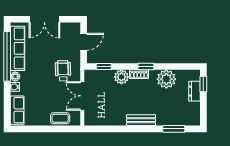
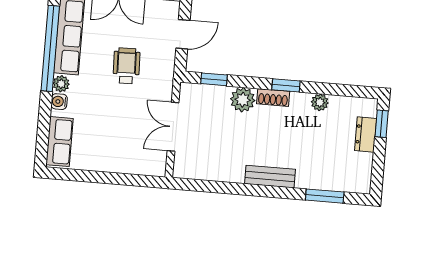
wheelchair: (63, 71) -> (126, 66), moved
plant: (166, 79) -> (320, 102), width x0.53, depth x0.53
coffee table: (60, 118) -> (132, 162), removed

